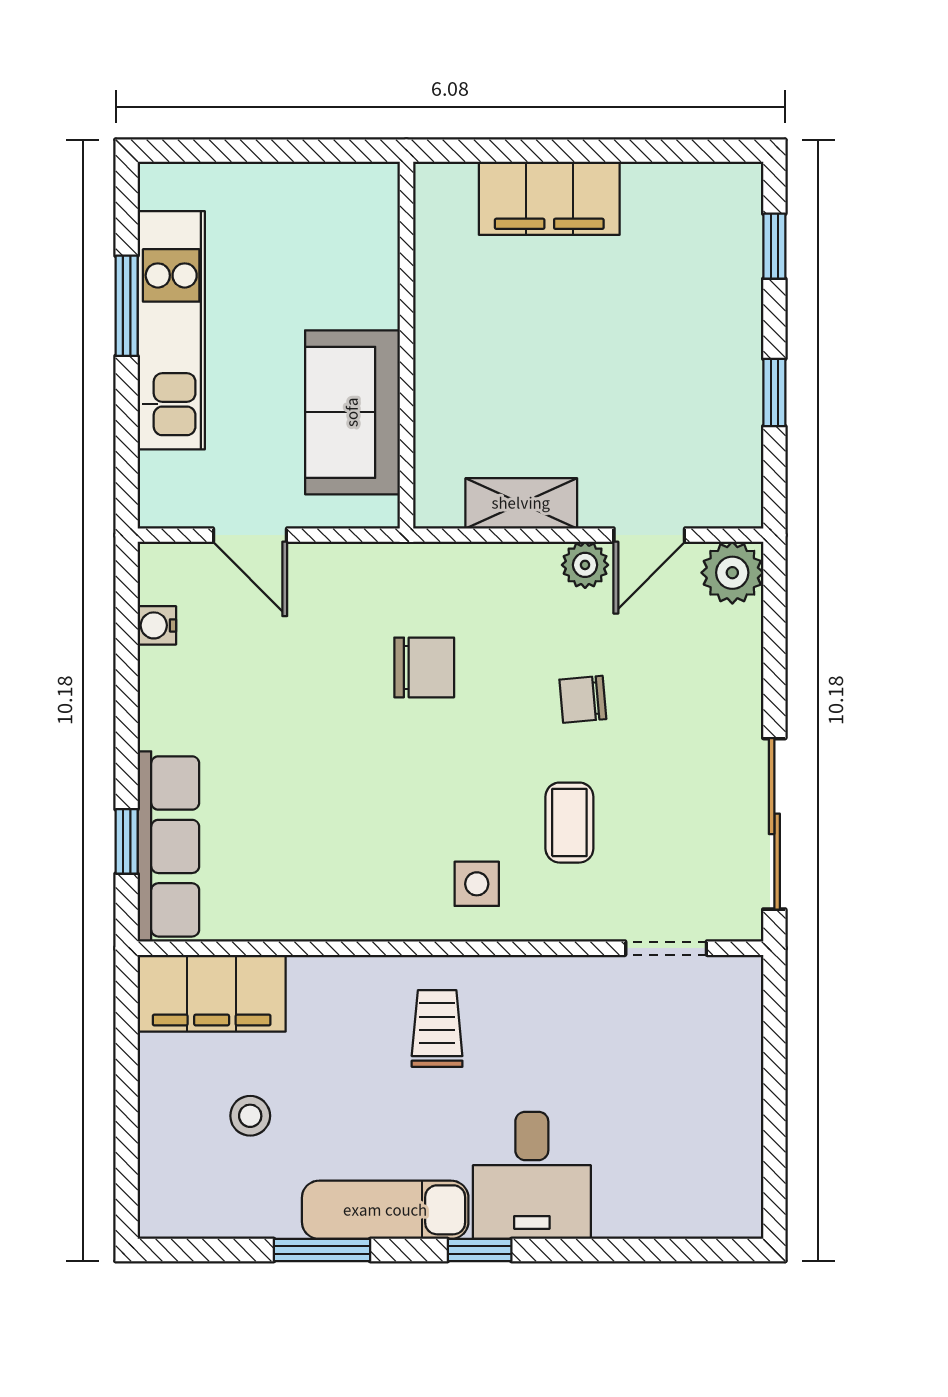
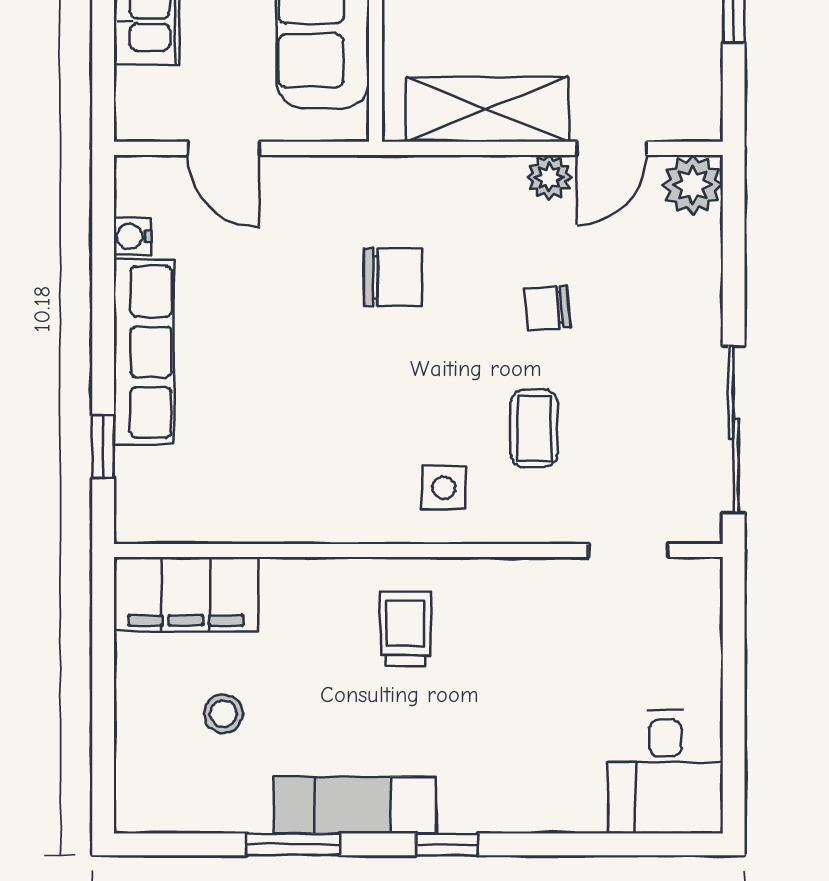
shelving: (521, 503) -> (487, 109), width x1.50, depth x1.33
row of seats: (168, 846) -> (144, 352), moved
desk: (532, 1175) -> (665, 772), moved

